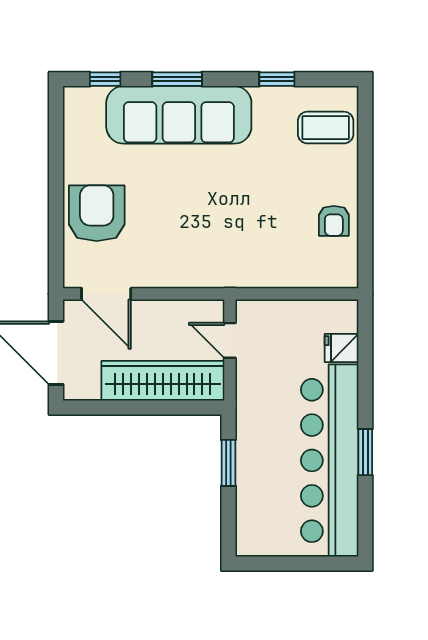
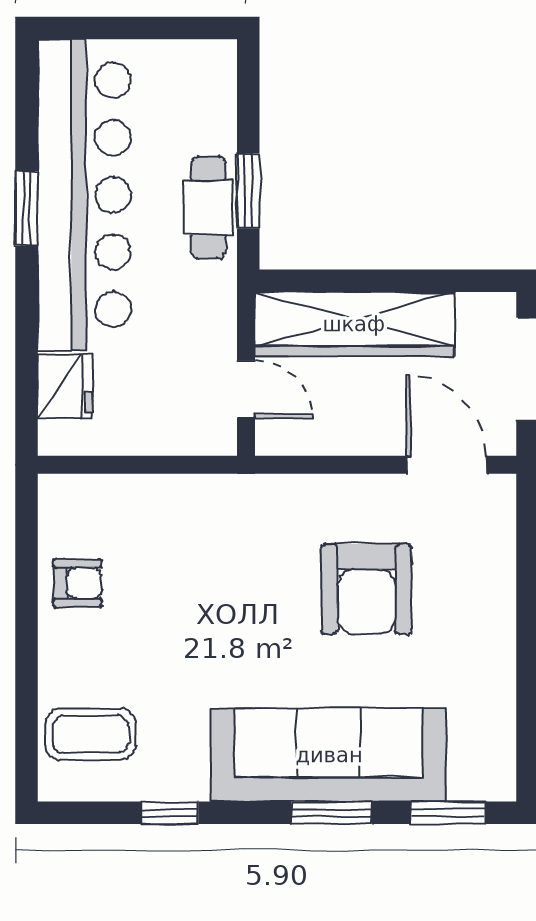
window: (105, 79) -> (448, 813), width x1.50
armchair: (97, 213) -> (366, 589), moved
armchair: (334, 221) -> (77, 583), turned 90
fridge: (342, 348) -> (65, 386), width x1.38
cafe table: (253, 453) -> (208, 207), added

